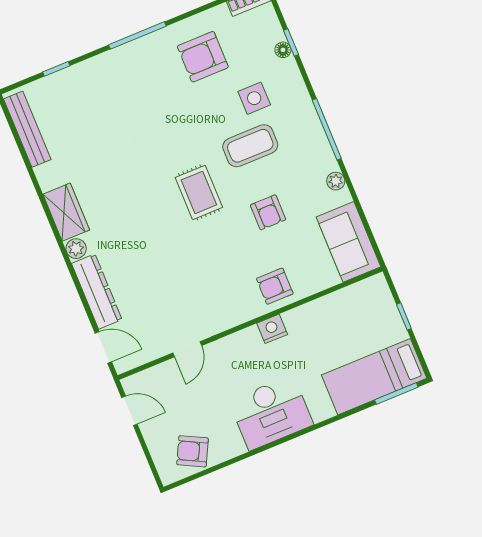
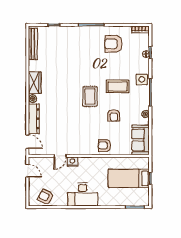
side table: (254, 98) -> (142, 79), moved
nightstand: (272, 329) -> (72, 162), moved
bed: (374, 377) -> (129, 178), moved

